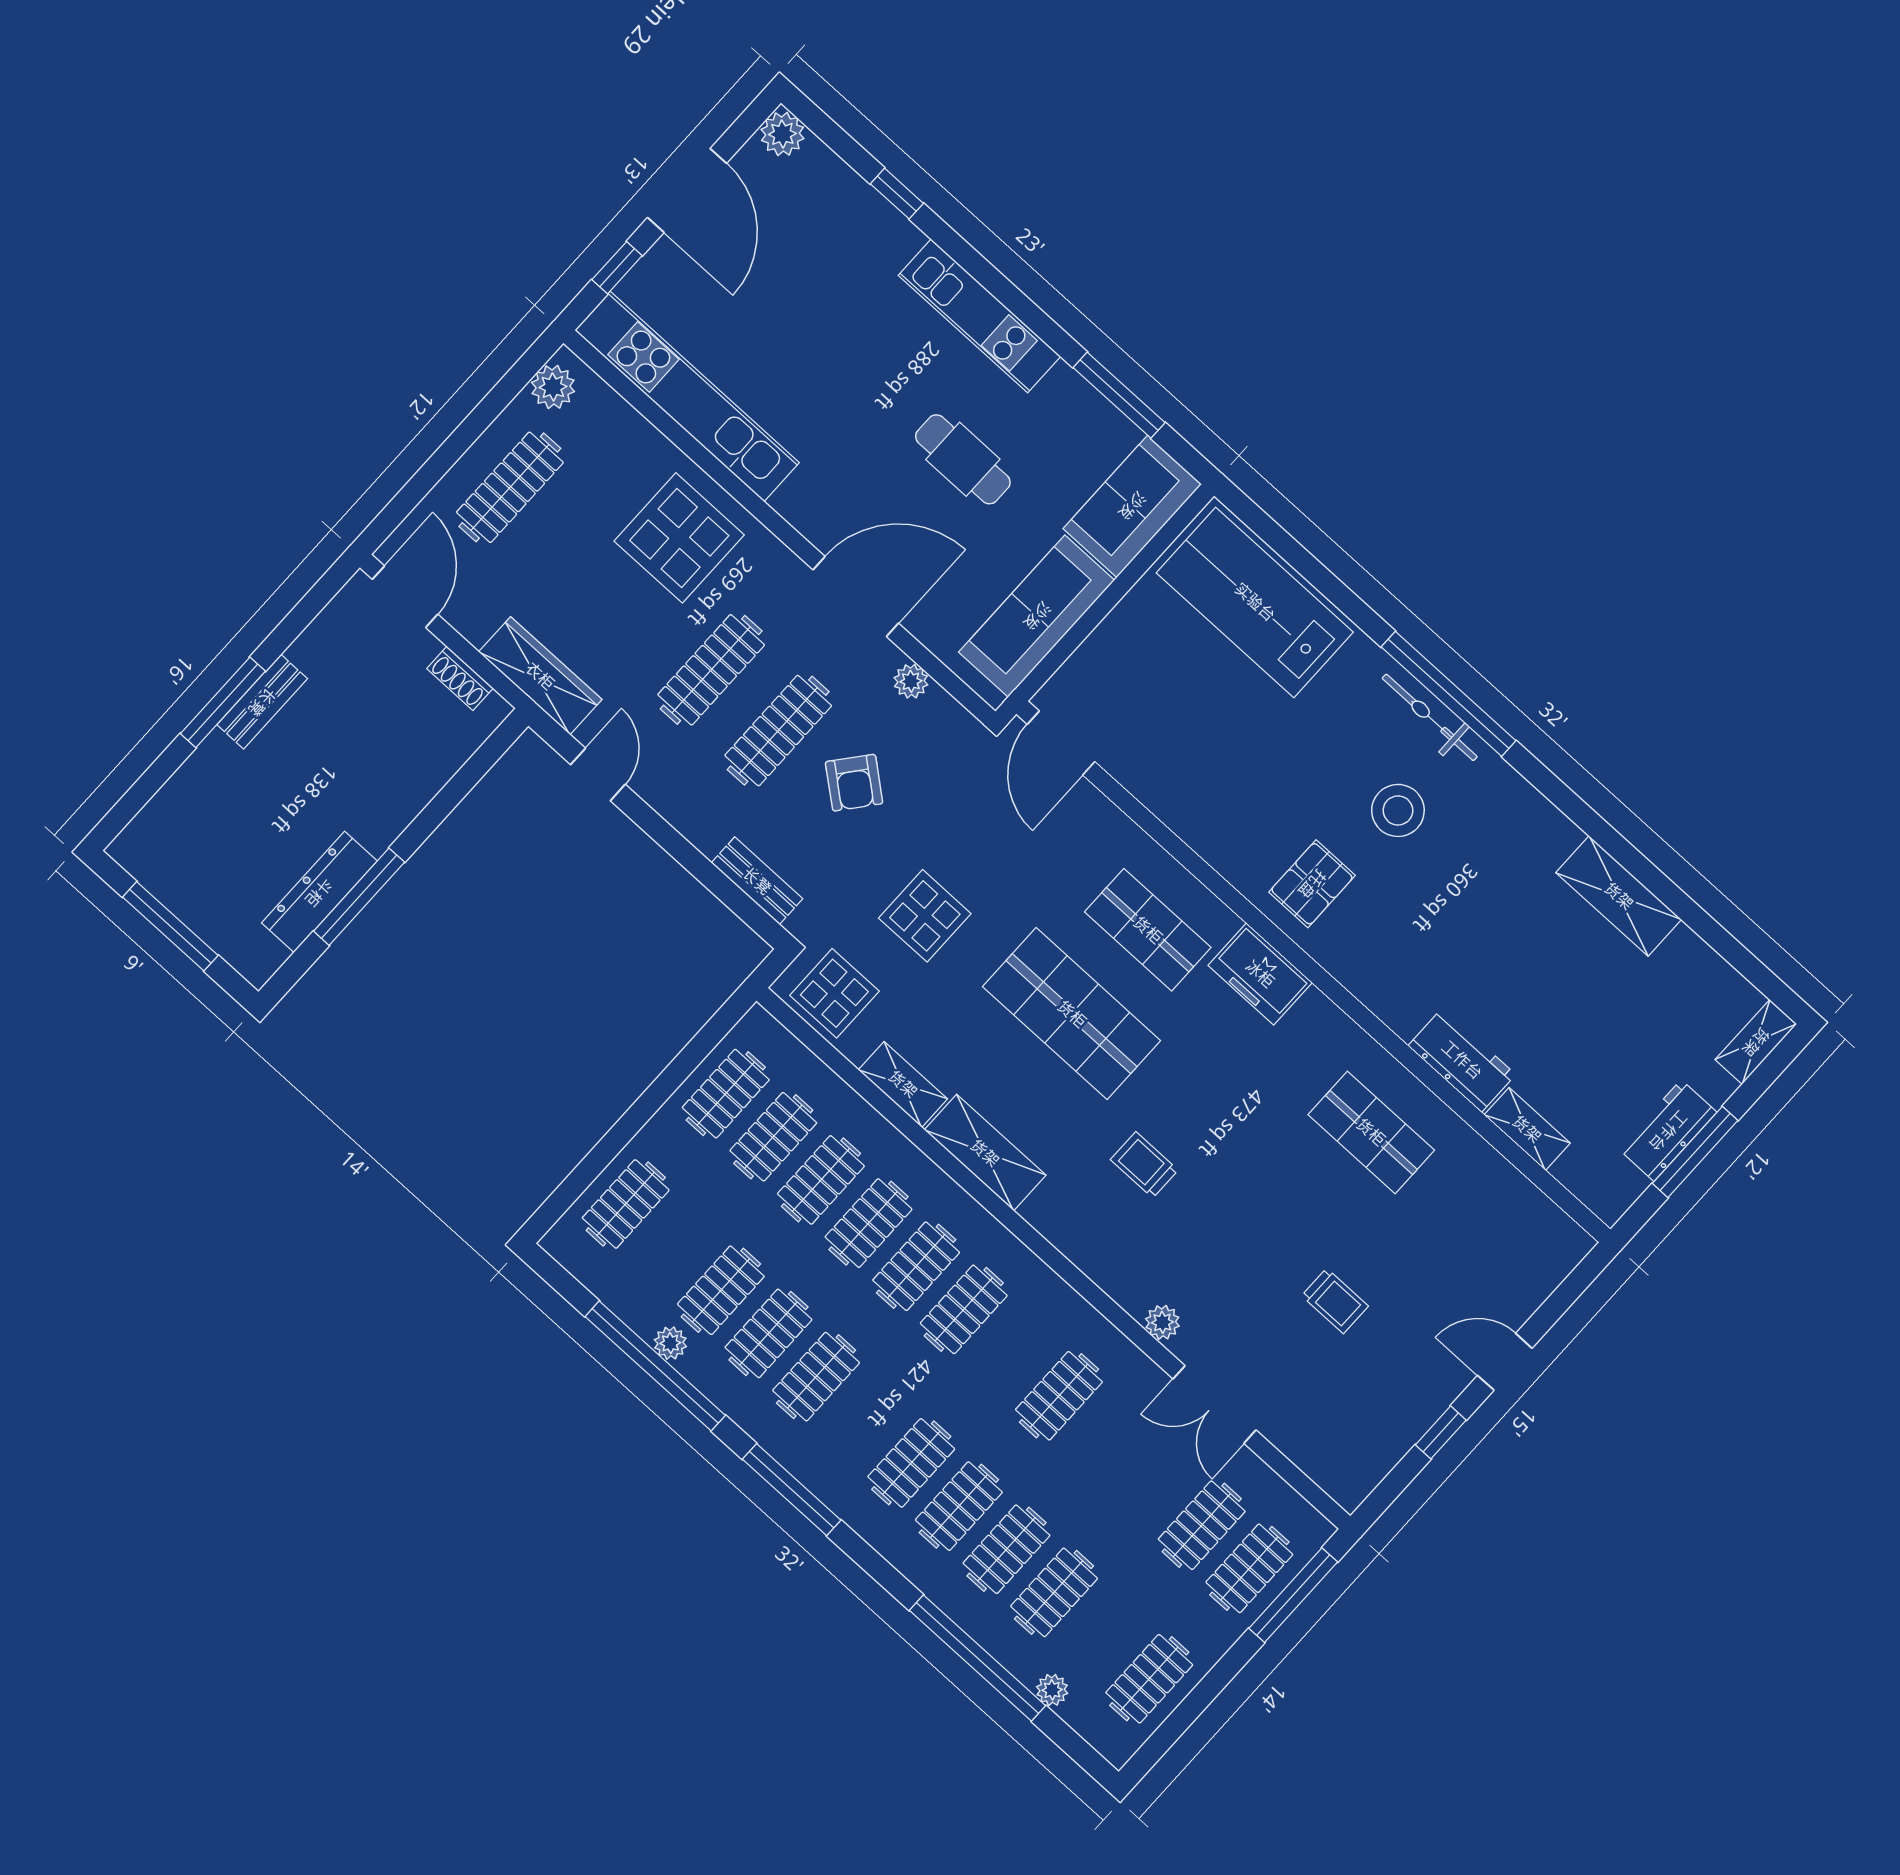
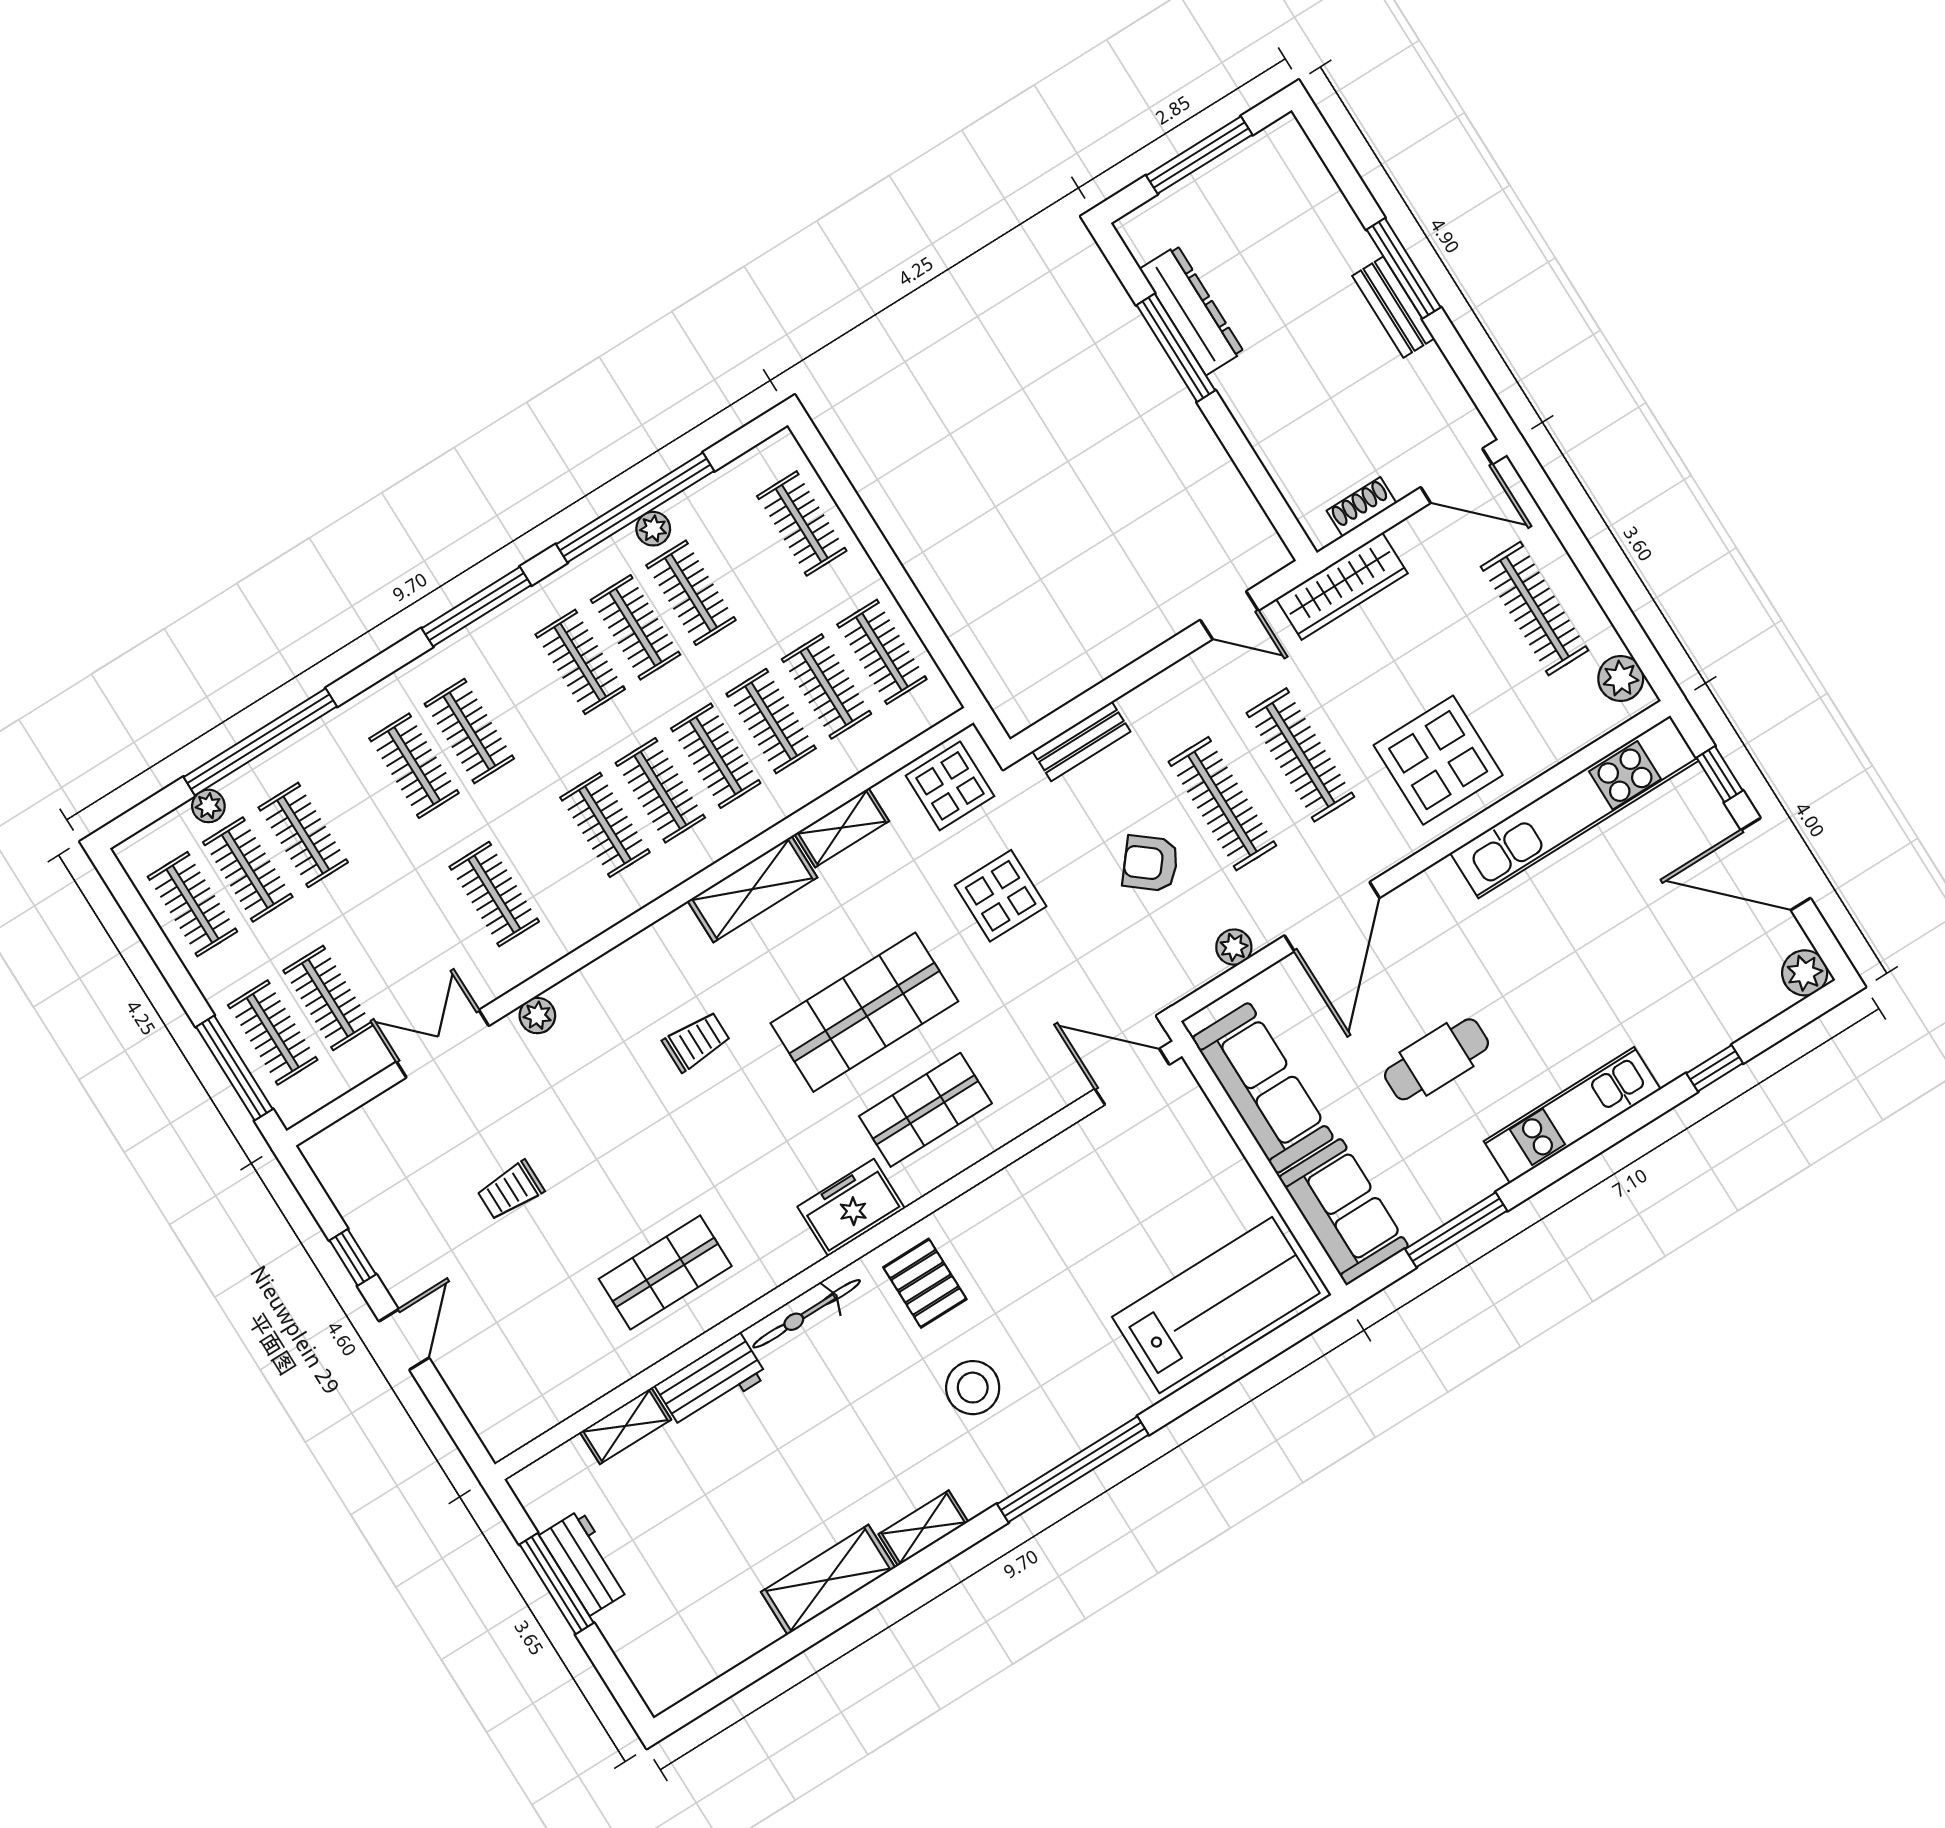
bicycle: (1430, 717) -> (807, 1314), moved, turned 180
shelving: (1756, 1042) -> (923, 1528), moved, turned 90
clothes rail: (1006, 1549) -> (248, 870), moved

